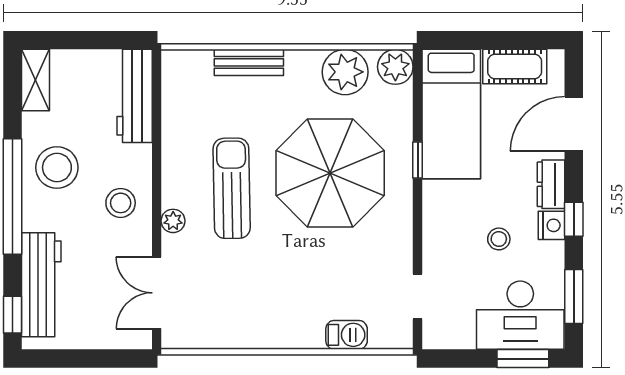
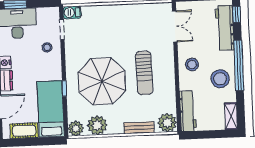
plant: (173, 221) -> (167, 123), moved, width x1.88, depth x1.88
stool: (499, 239) -> (47, 47), moved
barbecue: (347, 335) -> (72, 12), moved

